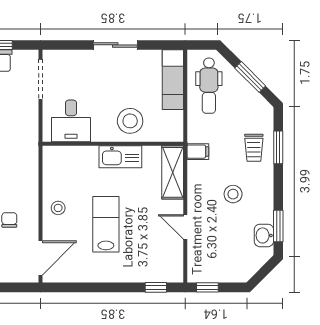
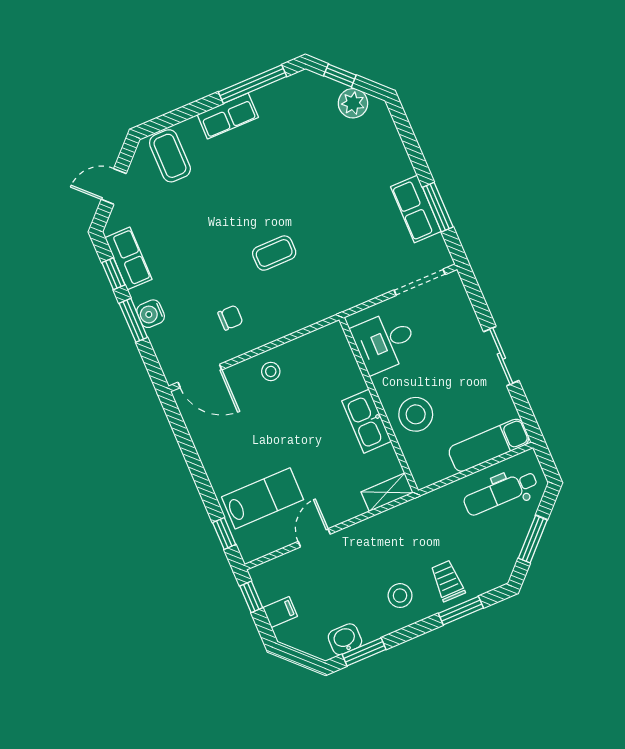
trolley: (254, 148) -> (448, 581), turned 90
filing cabinet: (198, 152) -> (280, 612), moved, turned -90
shelving: (173, 172) -> (387, 492), width x0.67, depth x0.75
stool: (233, 194) -> (400, 596), moved
lab bench: (106, 224) -> (263, 498), moved

